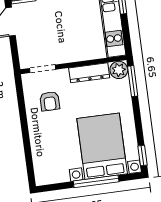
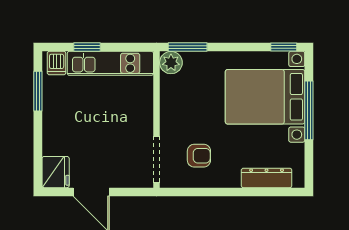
doorway: (43, 69) -> (157, 159), width x1.38
dresser: (89, 73) -> (267, 178), moved, turned -90

